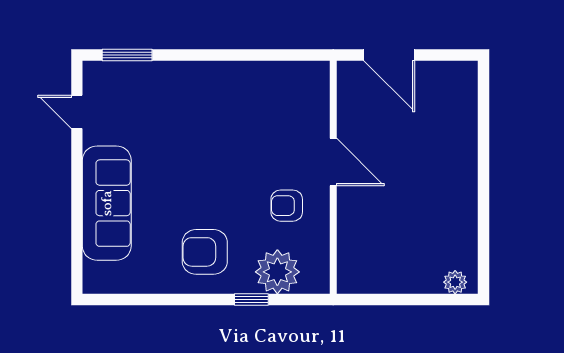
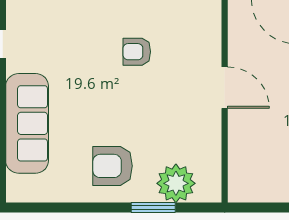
armchair: (287, 206) -> (137, 52), moved
window: (251, 300) -> (153, 208), width x1.50

